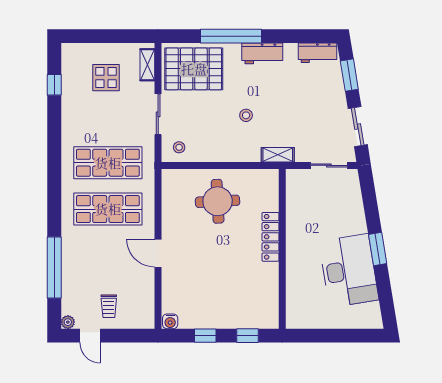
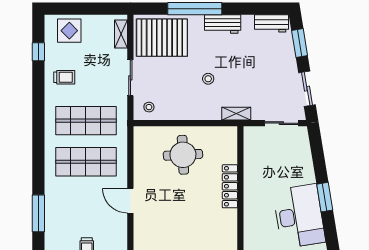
display table: (106, 78) -> (69, 31), moved
trolley: (83, 114) -> (64, 77), added
window: (54, 268) -> (38, 213), width x0.68

